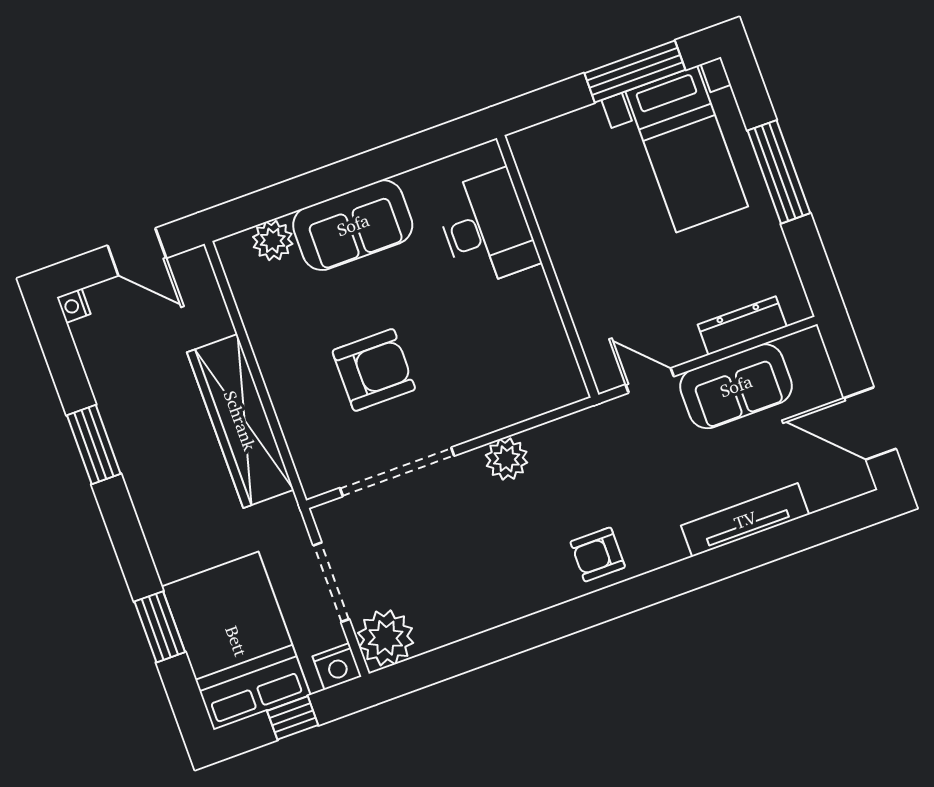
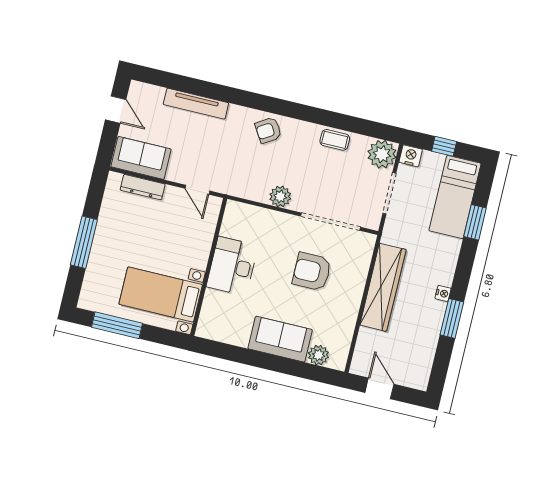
bed with nightstands: (687, 149) -> (161, 294), moved, turned -90
desk: (487, 228) -> (232, 266), moved
nightstand: (74, 306) -> (443, 293), moved
sofa: (736, 386) -> (141, 158), moved
door: (870, 423) -> (116, 110), width x0.73
armchair: (598, 554) -> (268, 130), turned 148
coffee table: (479, 610) -> (335, 140), added
bed: (236, 641) -> (455, 197), width x0.67

